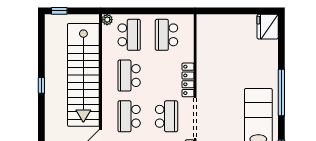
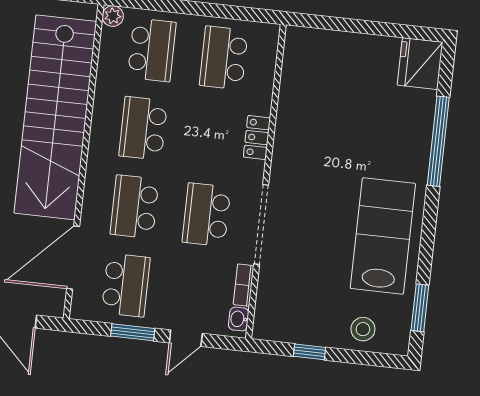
locker: (188, 80) -> (257, 138), width x0.66
window: (281, 93) -> (438, 141), moved
school desk: (166, 116) -> (206, 215), turned 180

